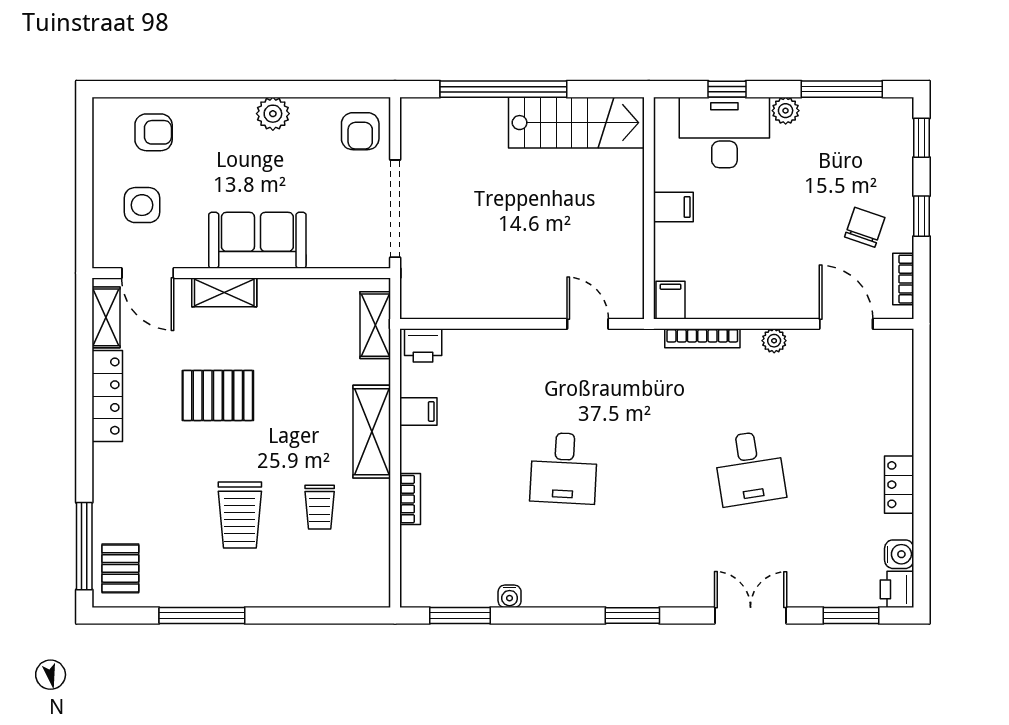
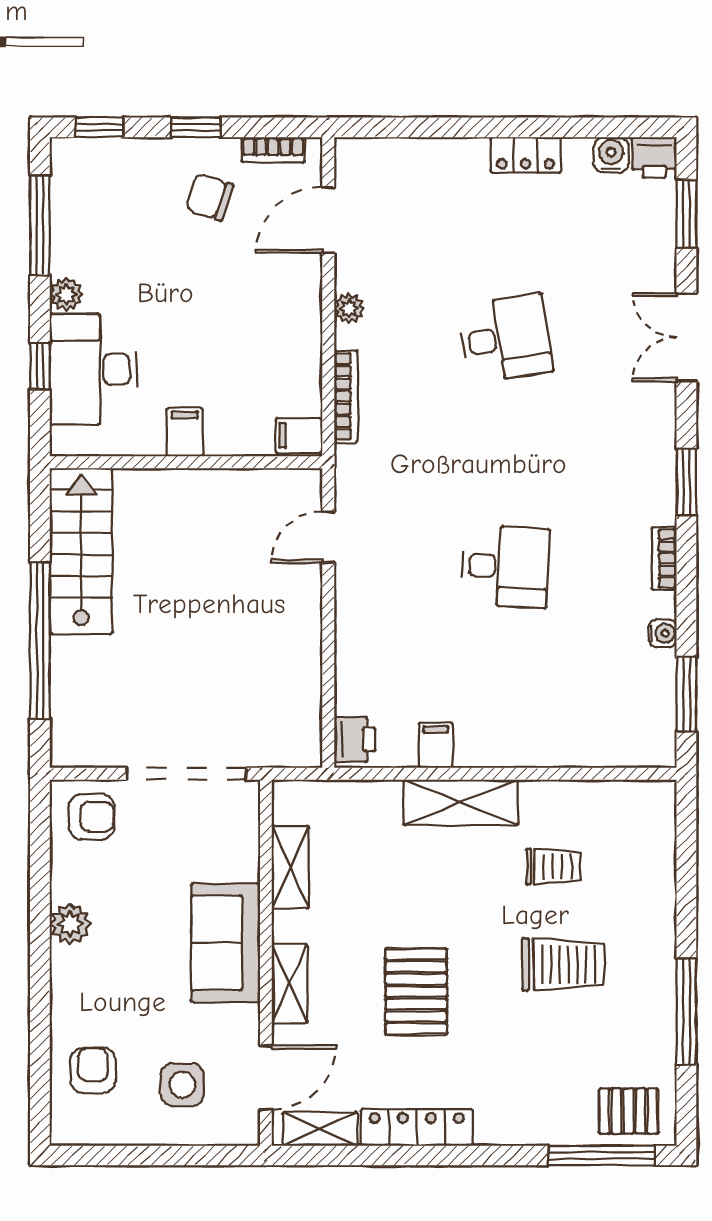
shelving: (375, 325) -> (290, 867), moved, turned 90
bookcase: (410, 499) -> (664, 559), moved, turned -90

